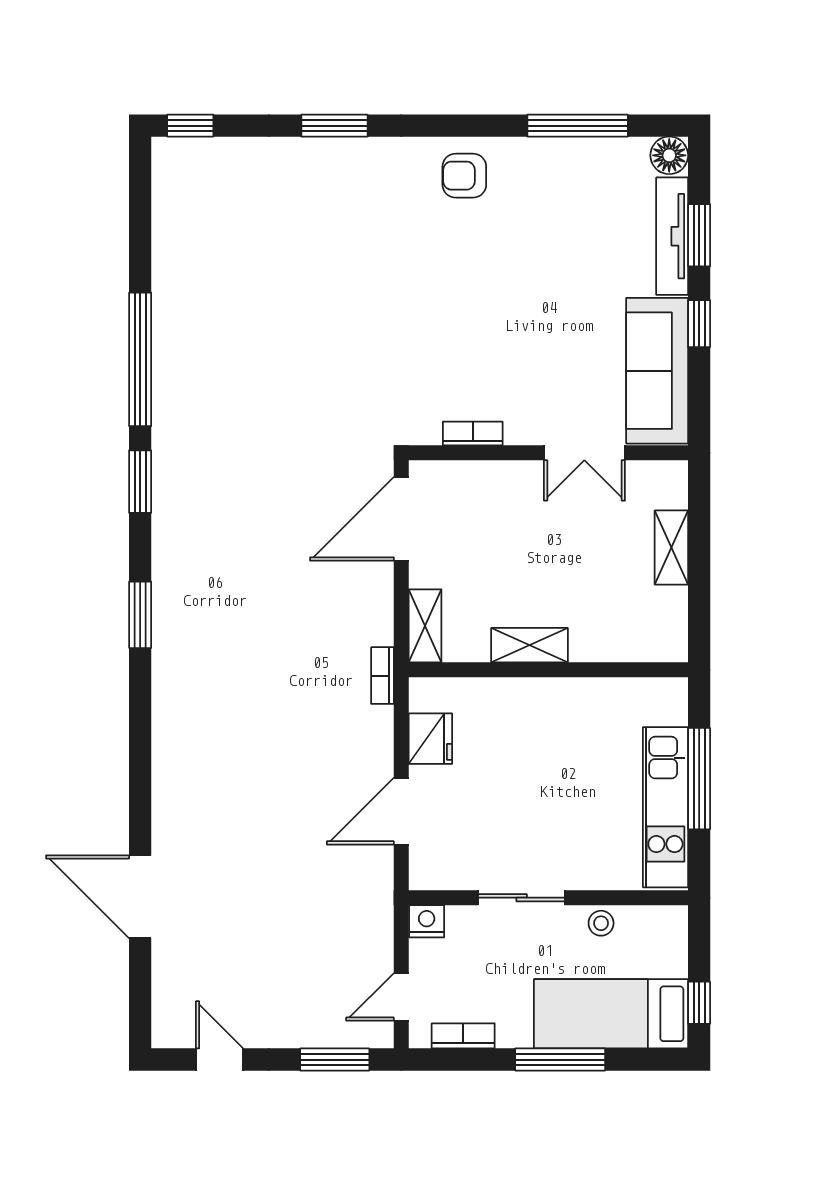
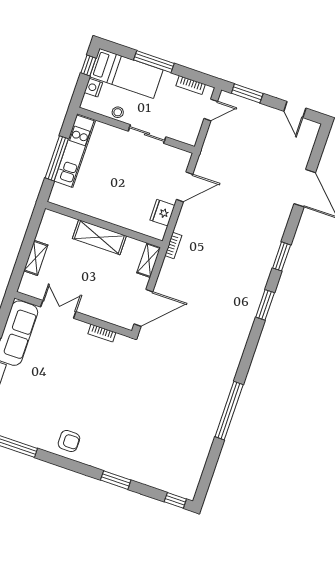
window: (140, 482) -> (282, 256), moved
shelving: (529, 645) -> (99, 237), width x1.50, depth x1.33
nightstand: (427, 921) -> (93, 88), moved, turned 90

